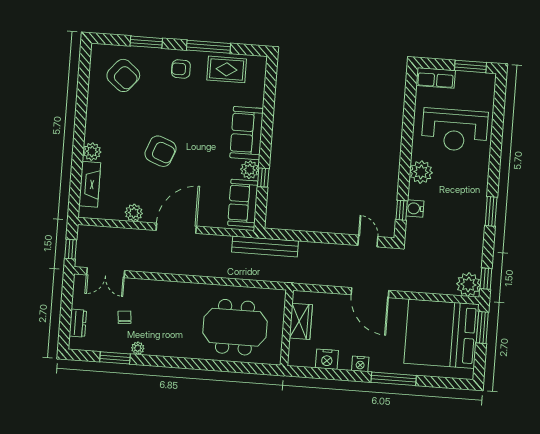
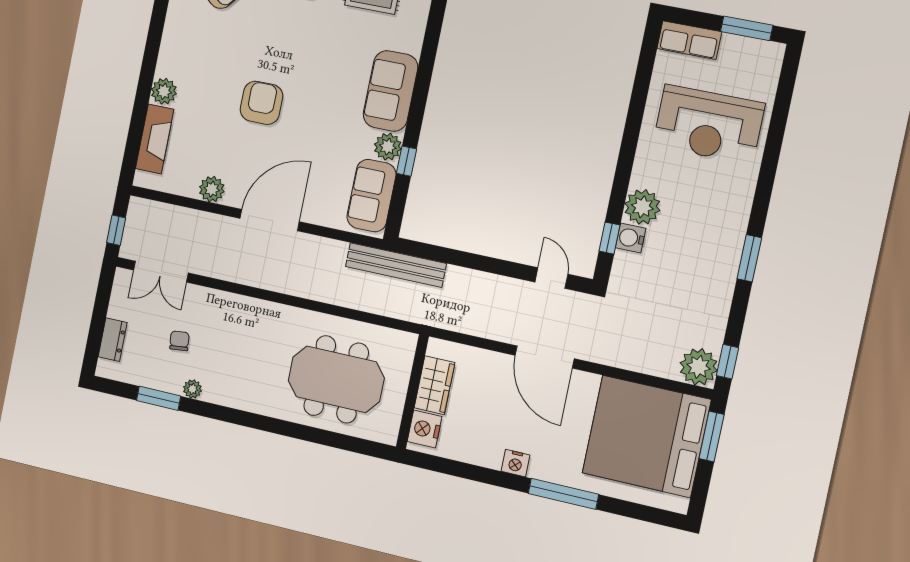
armchair: (161, 151) -> (261, 103), turned -111
plant: (421, 172) -> (642, 207), moved
nightstand: (327, 359) -> (425, 429), moved, turned 90

